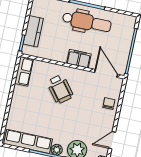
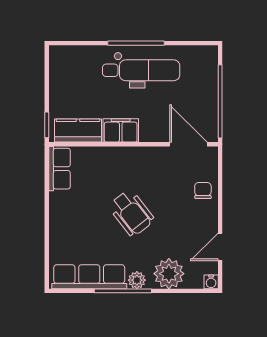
kitchen counter: (33, 31) -> (78, 131), moved, turned -90
filing cabinet: (79, 59) -> (121, 130), moved
wheelchair: (60, 89) -> (131, 213), moved

